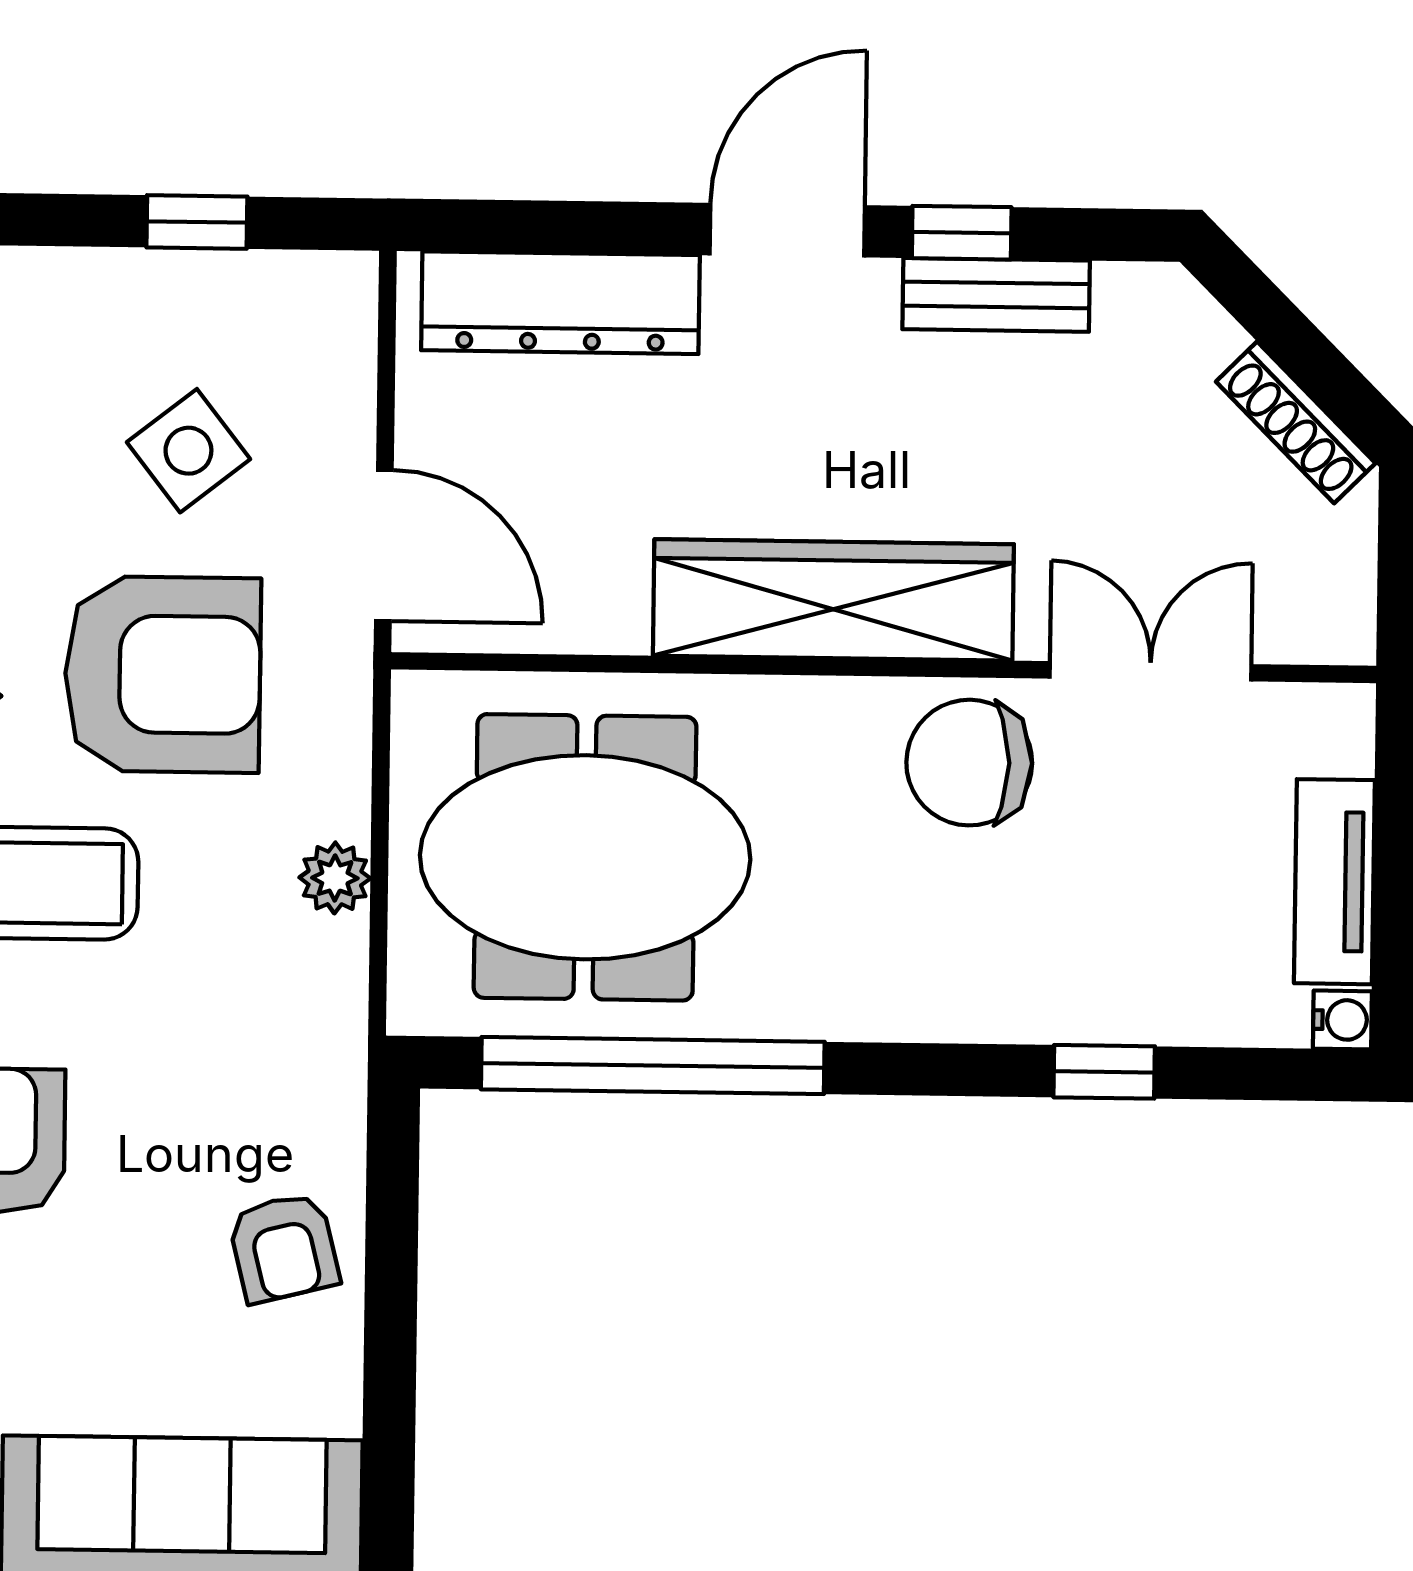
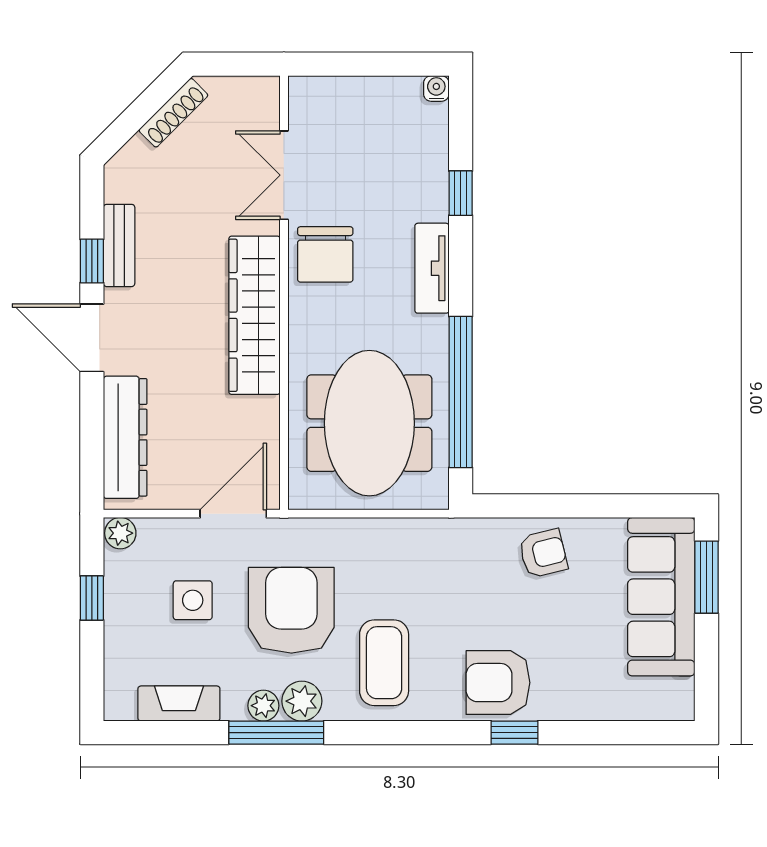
side table: (188, 451) -> (193, 600), turned 38
plant: (335, 878) -> (120, 533), moved
tv unit: (1334, 882) -> (432, 268), moved, turned 90

